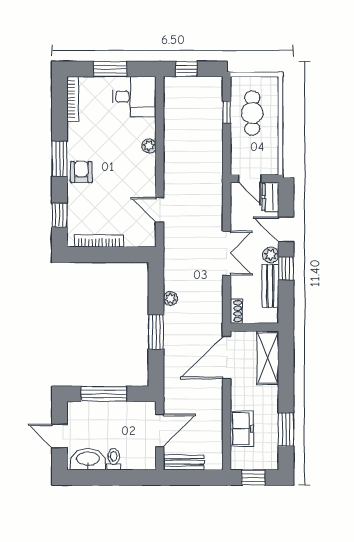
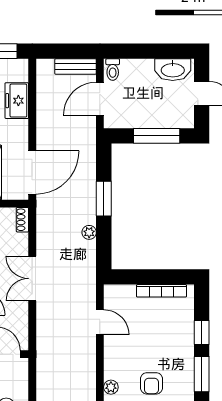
armchair: (81, 172) -> (152, 383), moved
window: (59, 215) -> (202, 333), moved
toilet: (114, 459) -> (113, 70), moved

